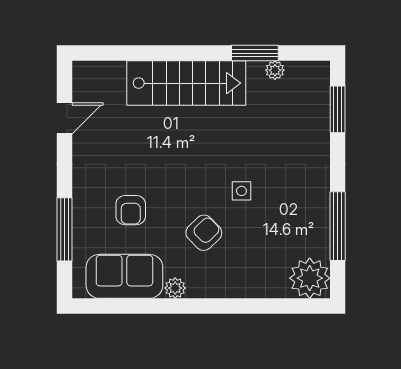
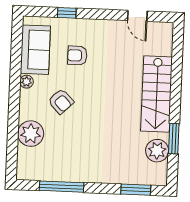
plant: (275, 70) -> (157, 151), width x1.88, depth x1.88
side table: (241, 191) -> (87, 126), removed
window: (64, 229) -> (67, 13), width x0.46
plant: (310, 278) -> (31, 134), moved

